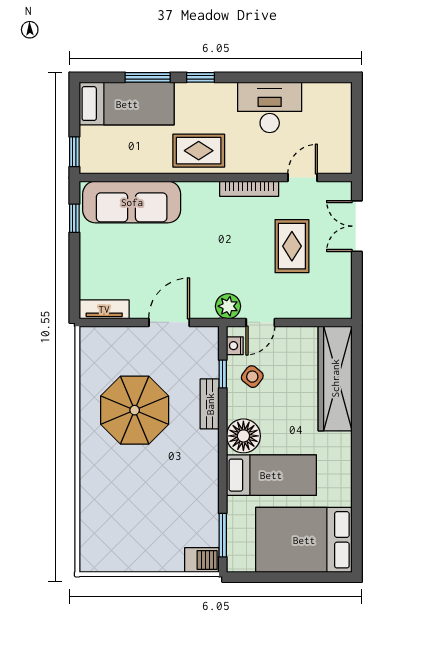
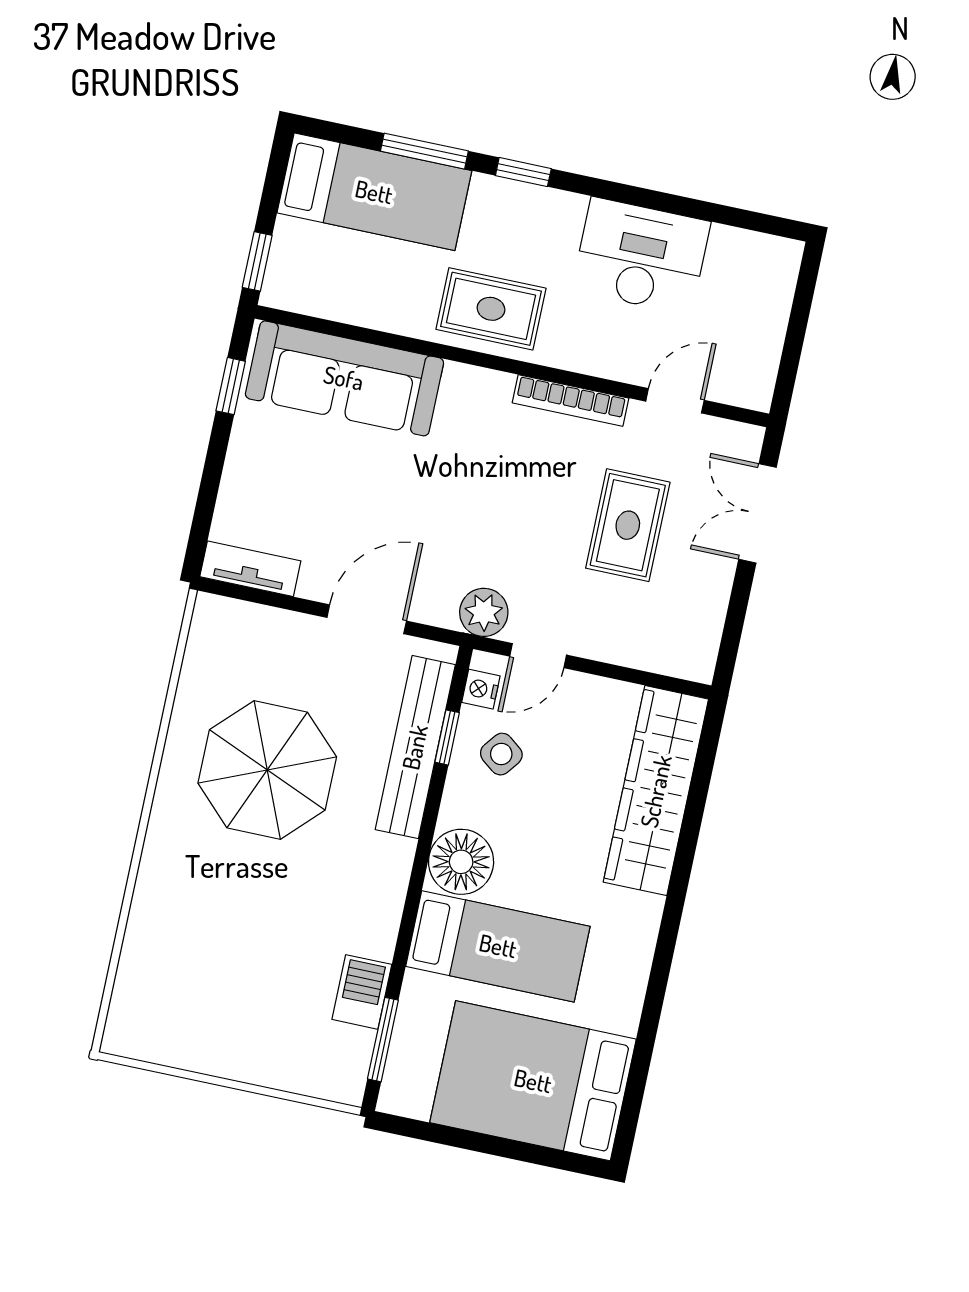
bench: (210, 404) -> (415, 747), width x1.86, depth x1.21
barbecue: (202, 560) -> (362, 992), moved, turned -90

